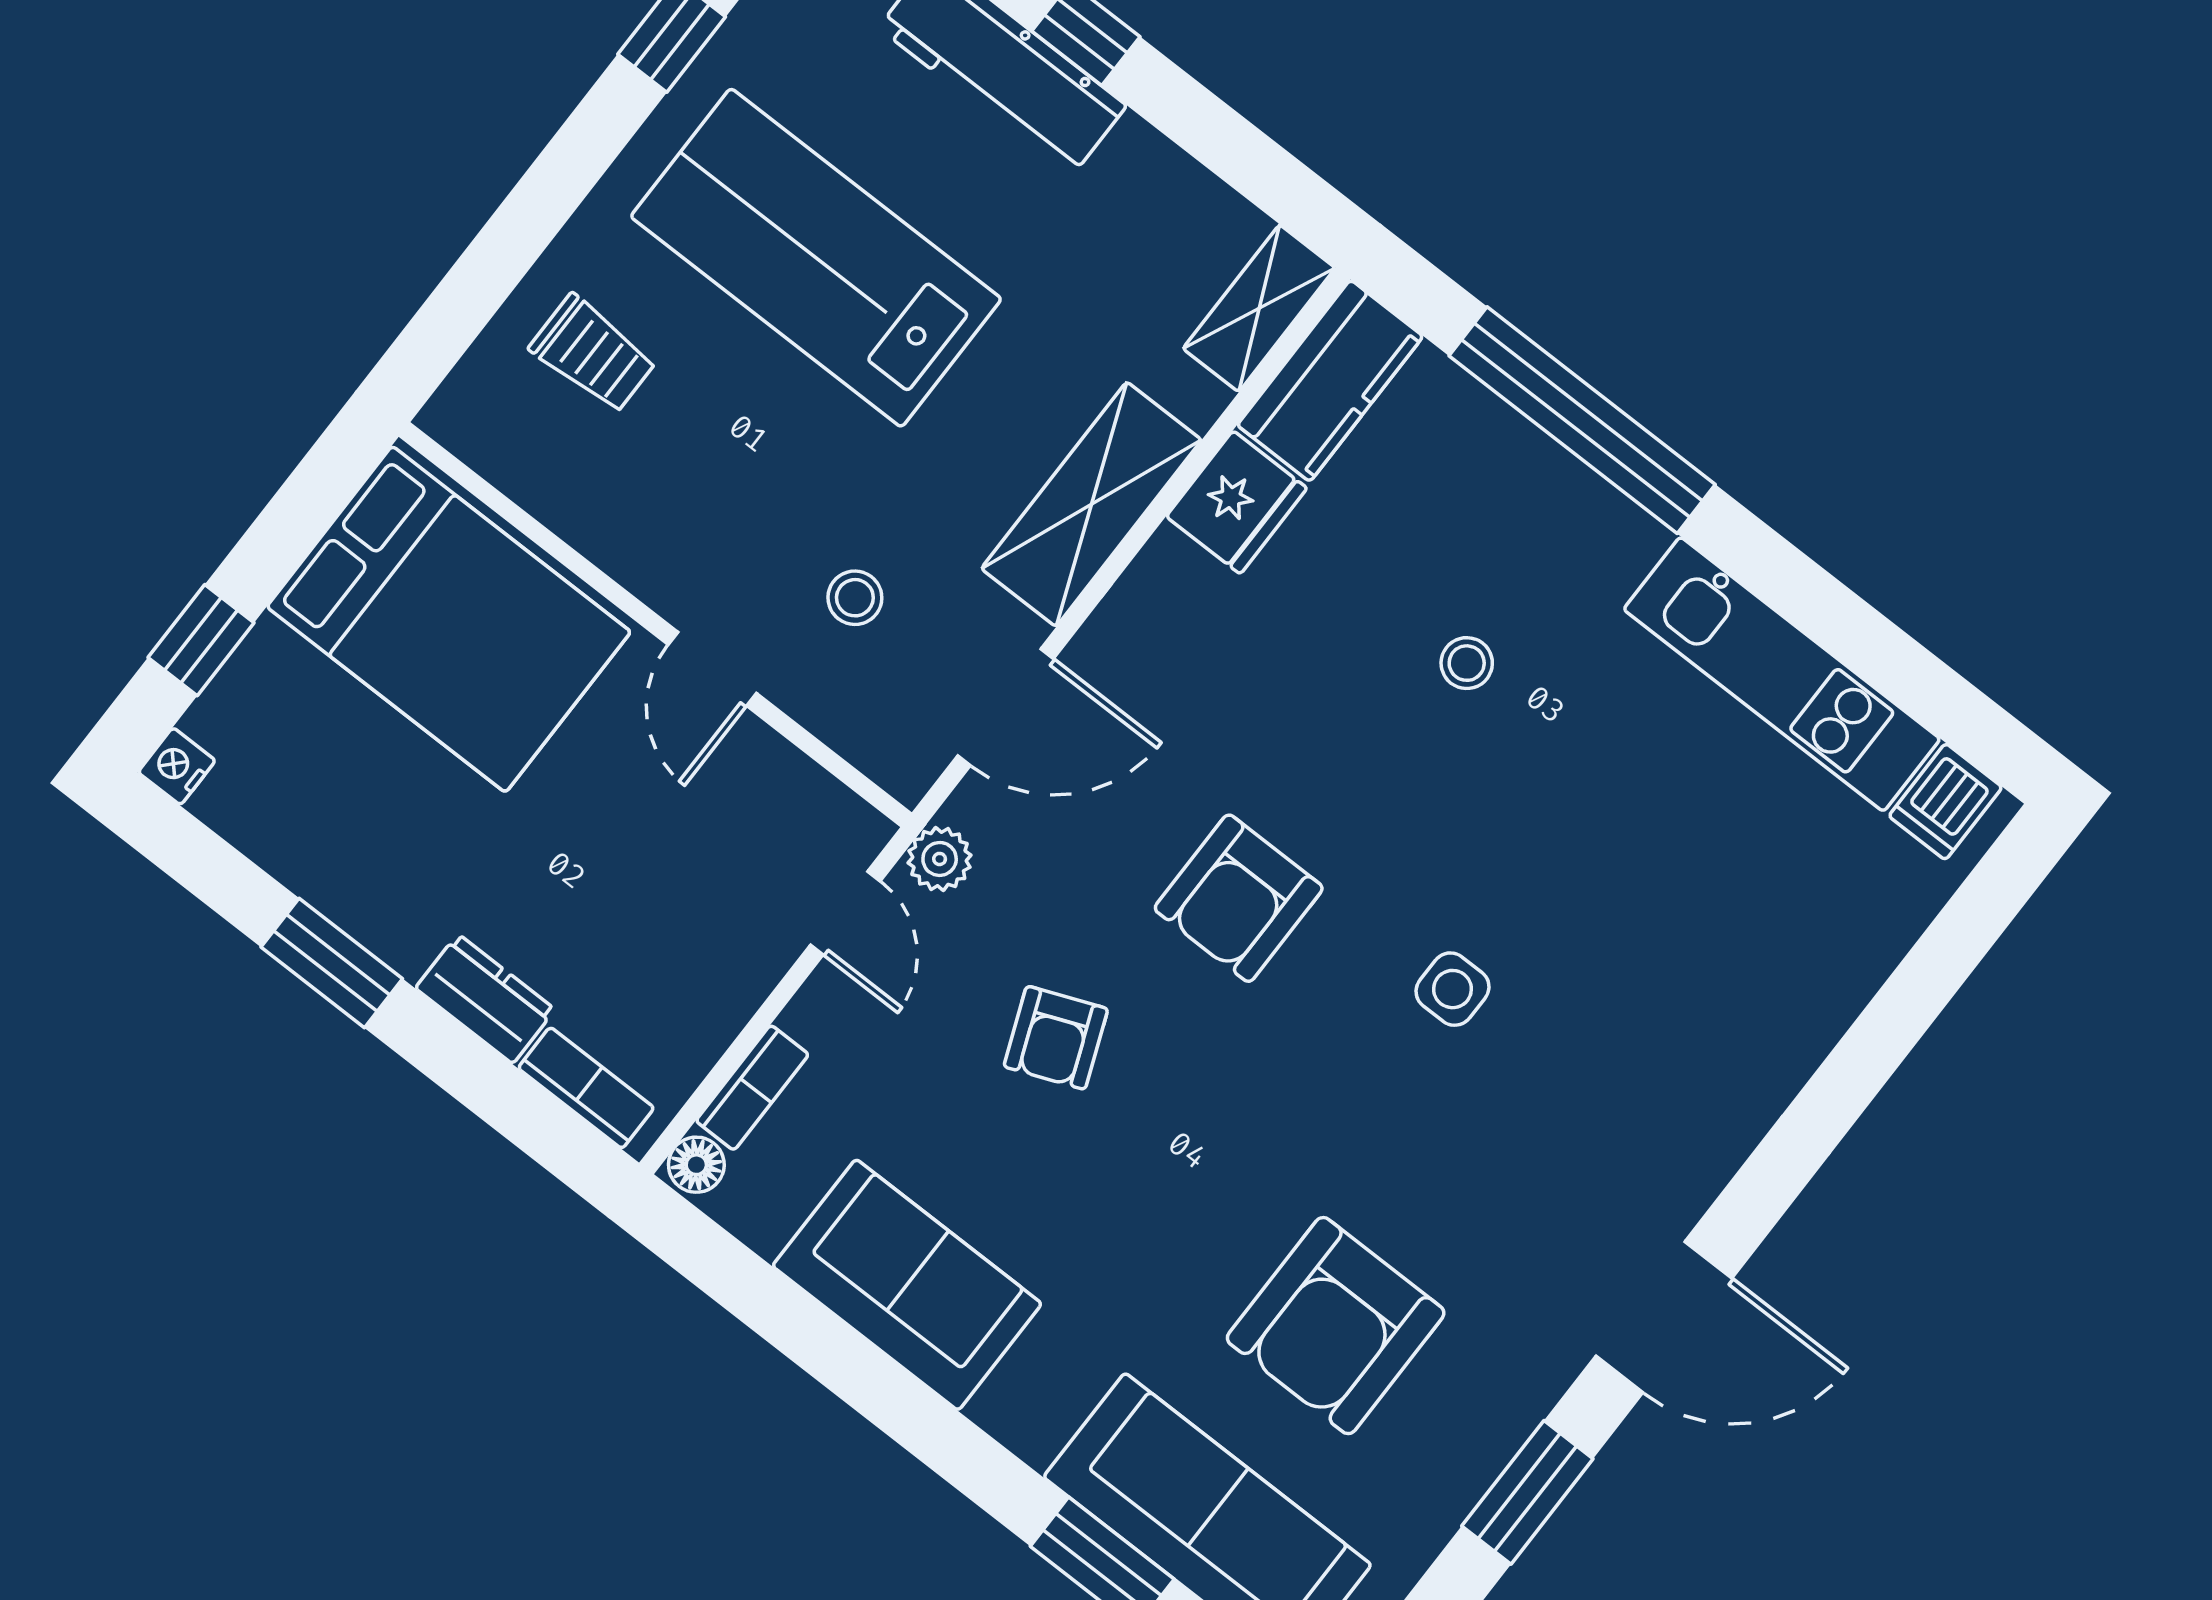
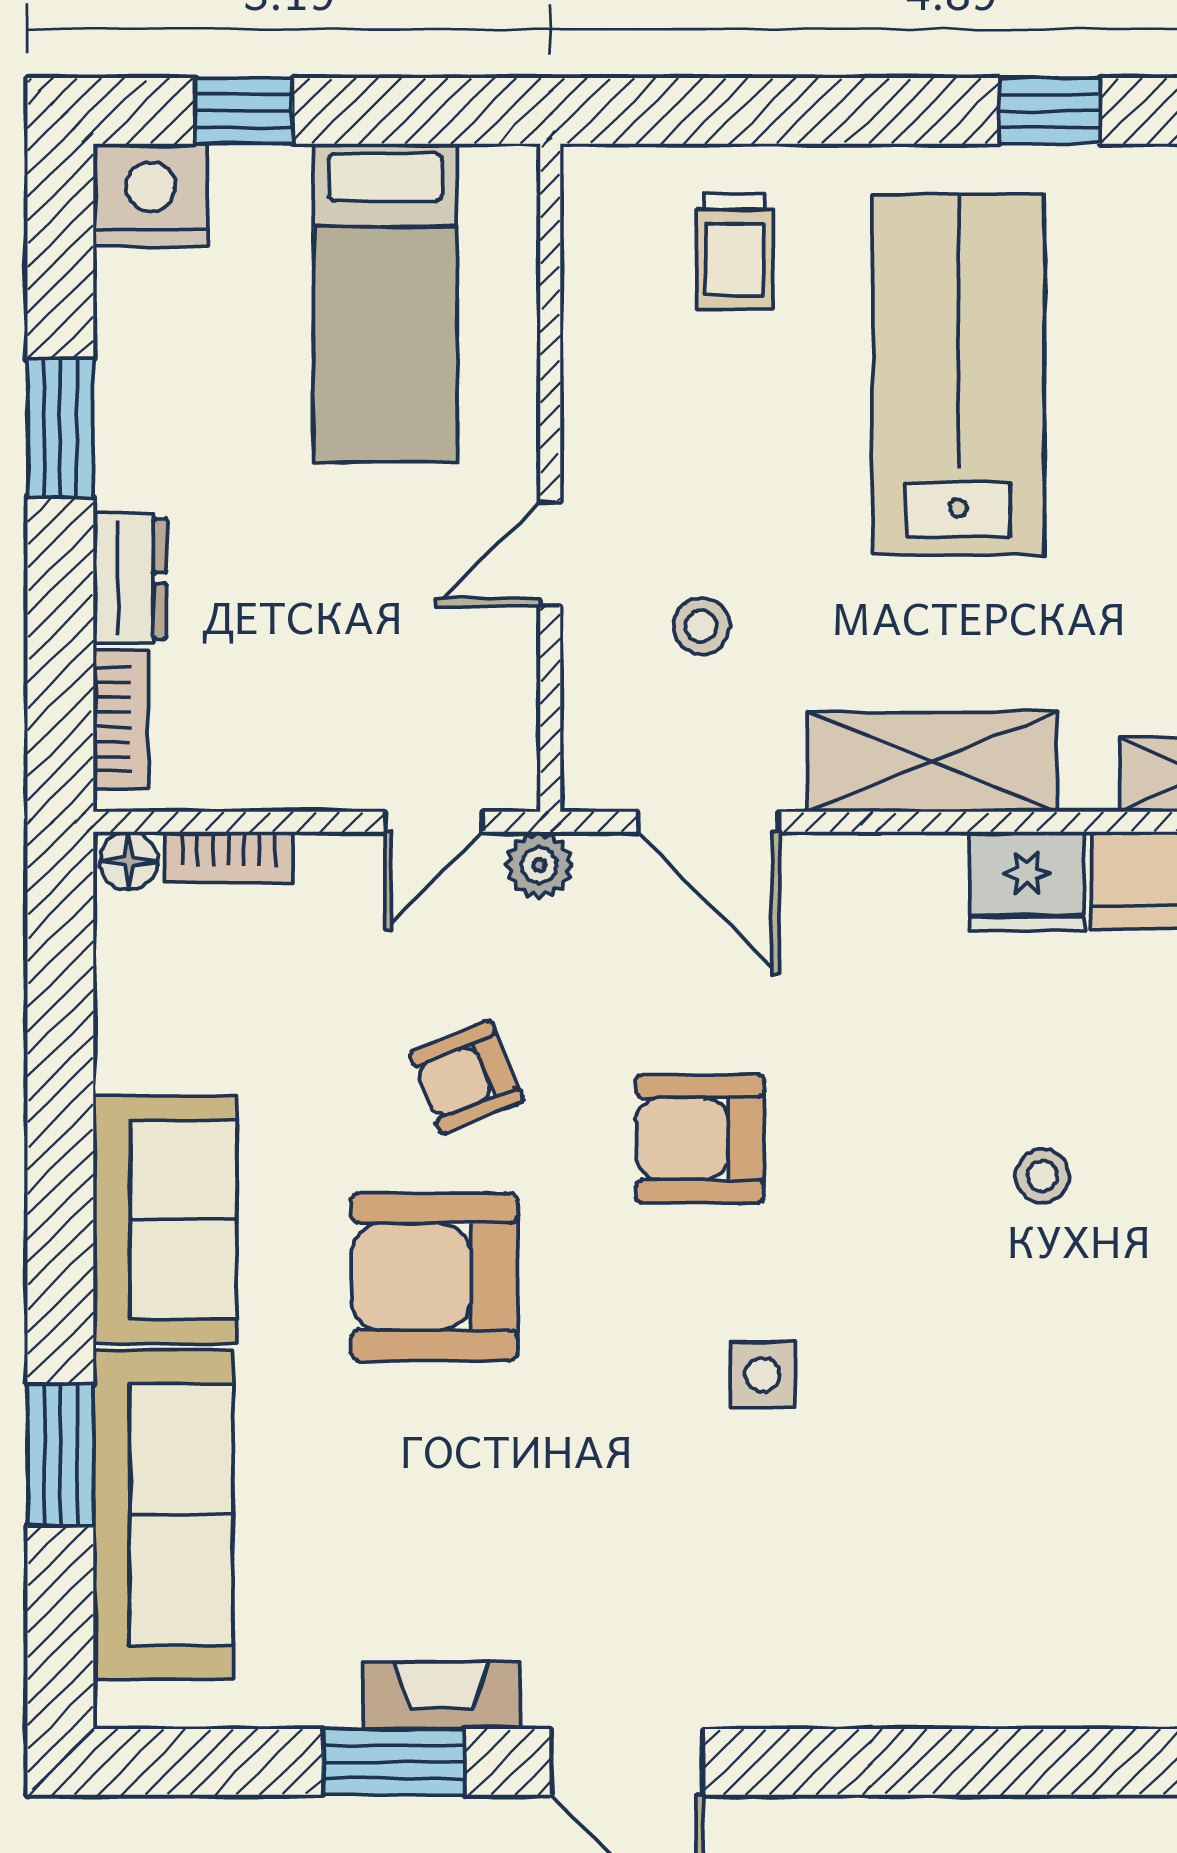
bed: (449, 619) -> (385, 303), width x0.67
nightstand: (177, 766) -> (150, 195), width x1.89, depth x1.79
sofa: (907, 1285) -> (165, 1220), moved
armchair: (1336, 1326) -> (434, 1277), moved
fireplace: (1505, 1418) -> (441, 1696), added

